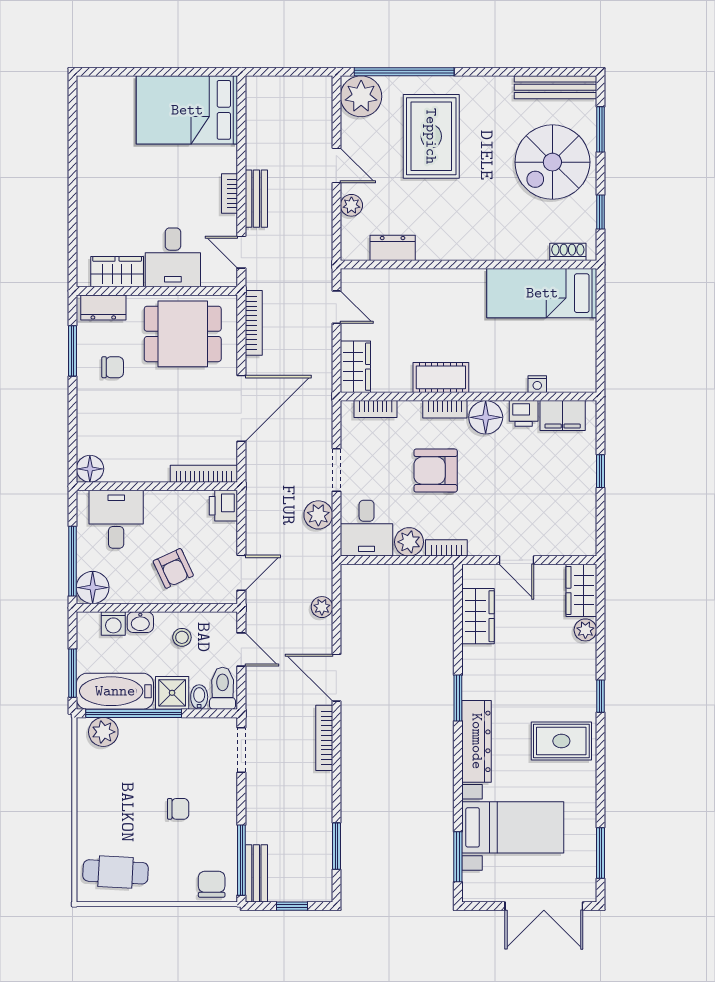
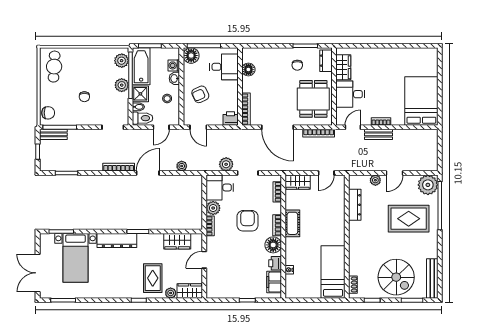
spiral stairs: (552, 162) -> (396, 277), turned 180
dresser: (393, 248) -> (355, 205), width x1.44
floor lamp: (90, 469) -> (248, 69), moved
plant: (154, 731) -> (122, 85), added
rug: (561, 741) -> (153, 278), moved

